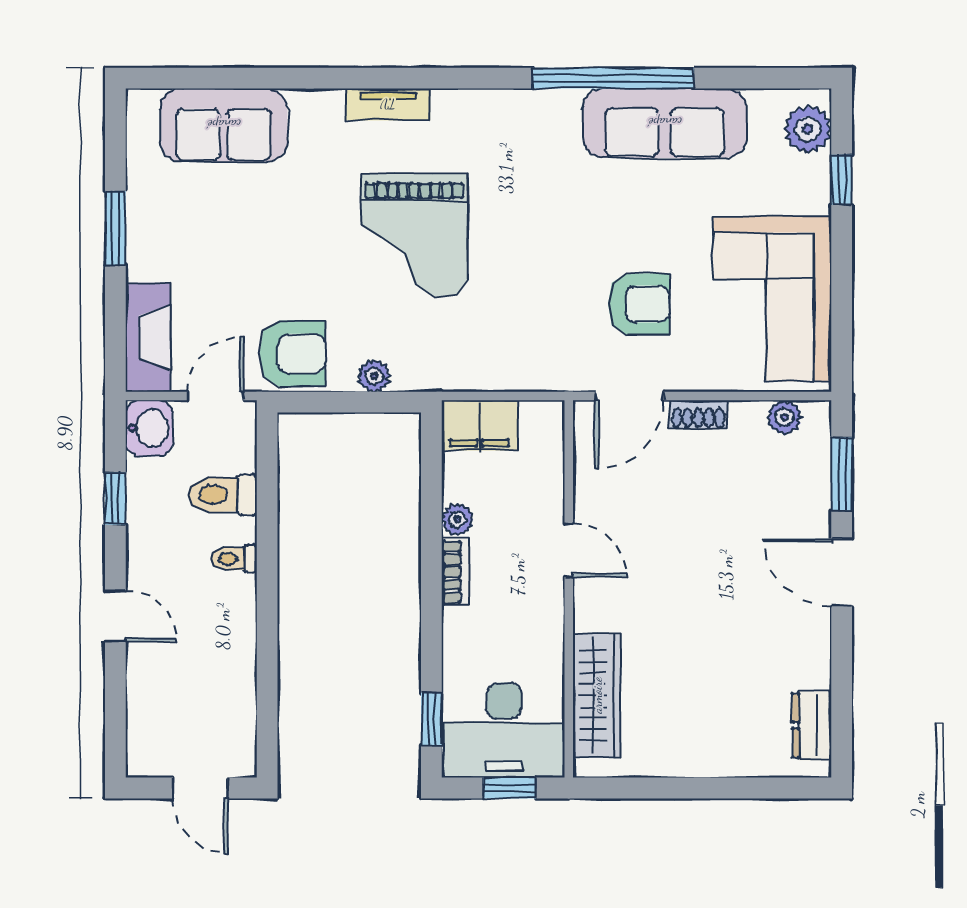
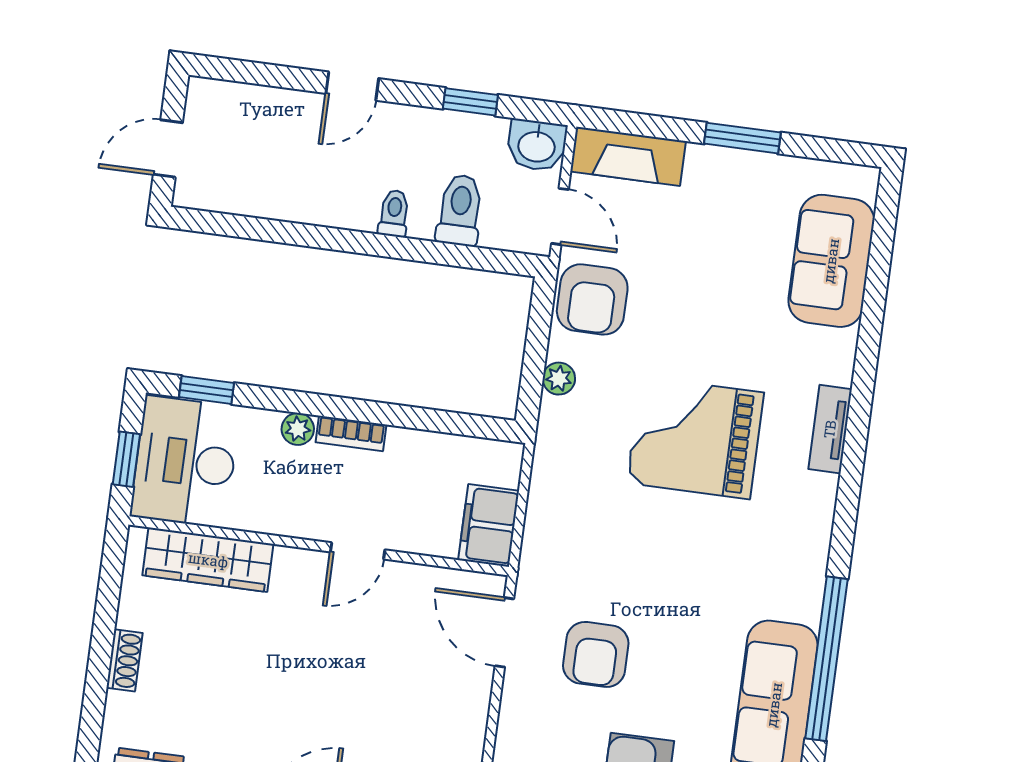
shoe rack: (698, 414) -> (125, 660), moved, turned 180
filing cabinet: (479, 425) -> (489, 525), moved
plant: (457, 519) -> (298, 429), moved

